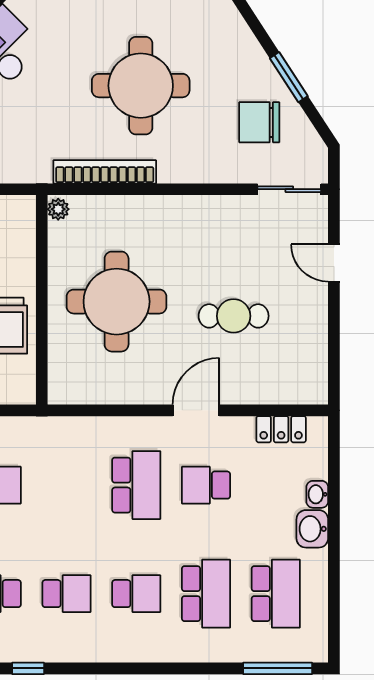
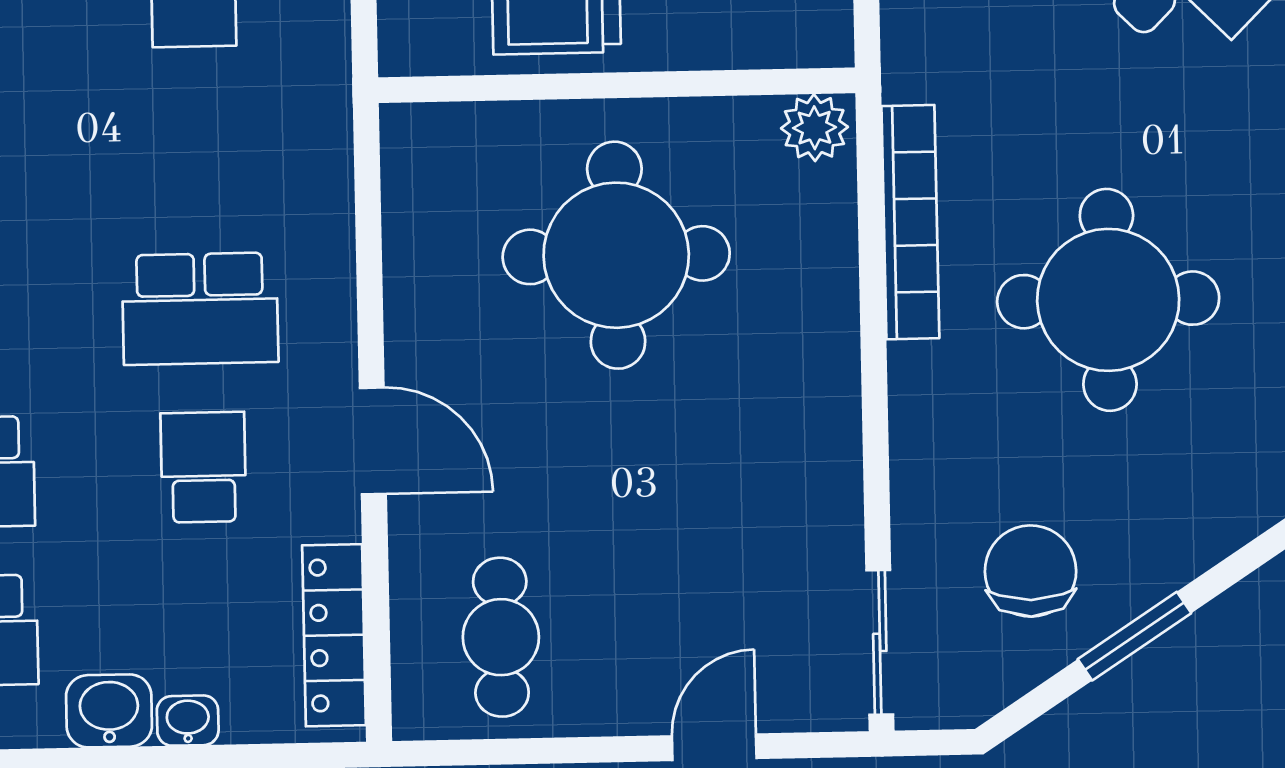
plant: (58, 209) -> (815, 128), width x1.38, depth x1.38
cafe table: (234, 316) -> (501, 637), moved
locker: (281, 429) -> (334, 635), width x1.53

